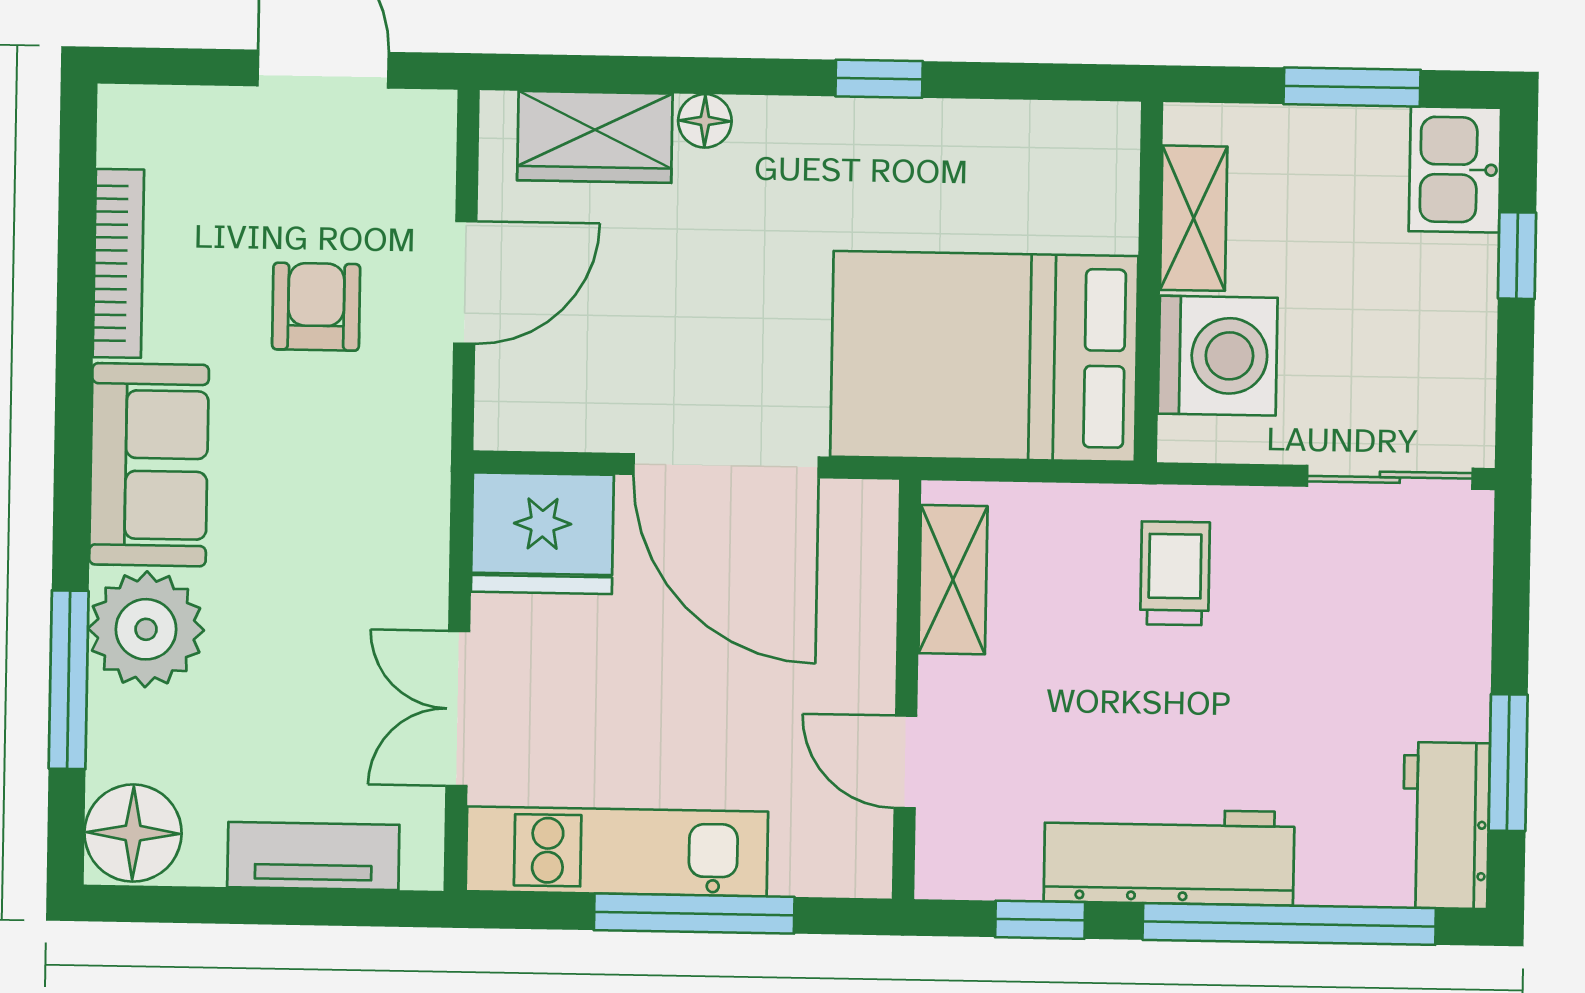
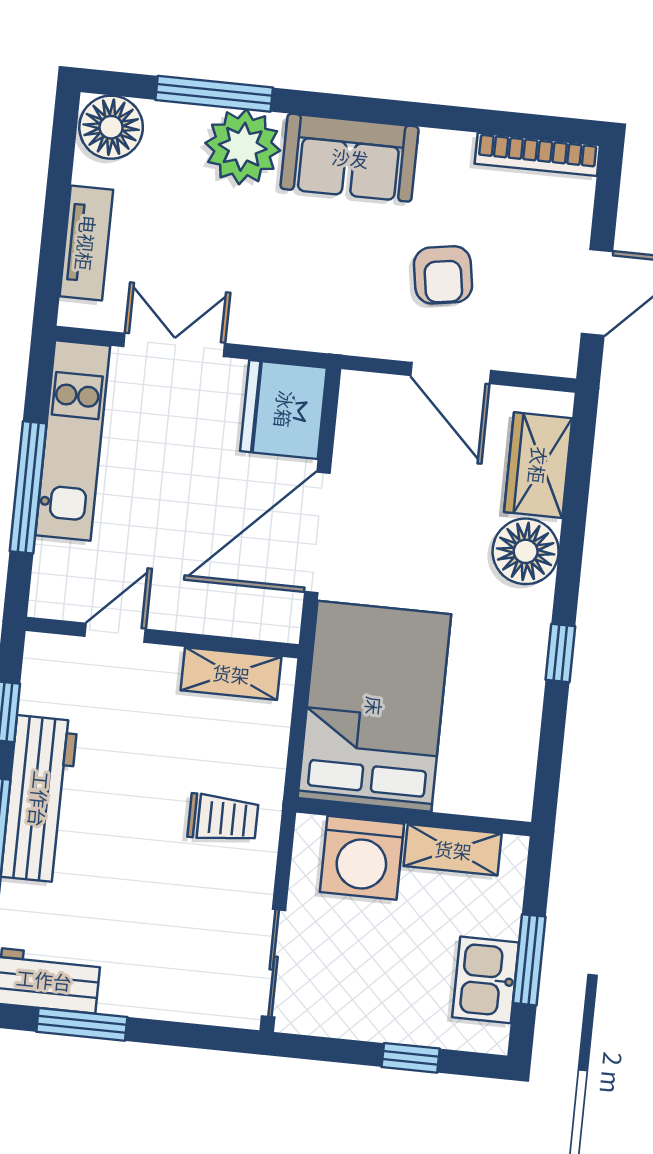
floor lamp: (705, 121) -> (526, 551), width x1.89, depth x1.89
kitchen sink: (1455, 170) -> (486, 980), moved, turned -90
bookcase: (118, 263) -> (537, 154), moved
armchair: (316, 307) -> (443, 275), turned 81

